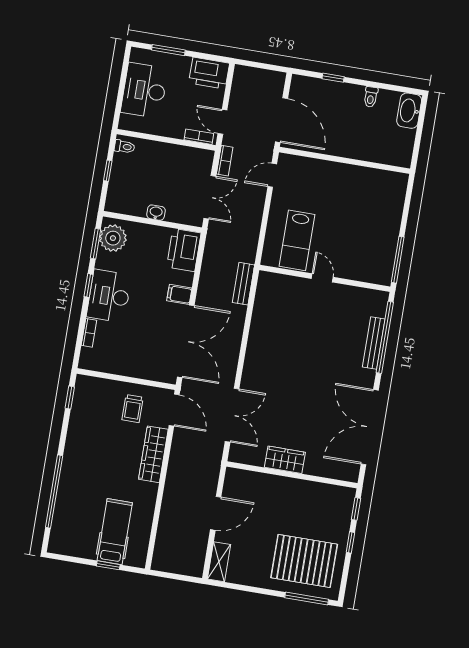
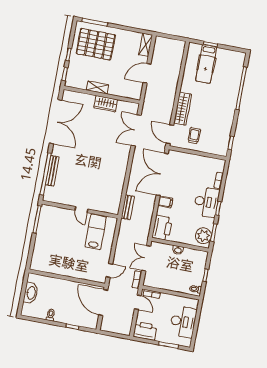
washbasin: (409, 111) -> (31, 293), moved
shelving: (299, 487) -> (98, 88), added

